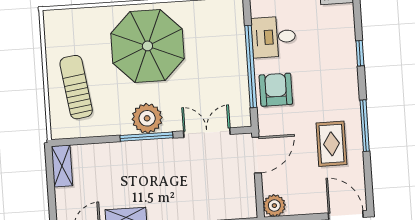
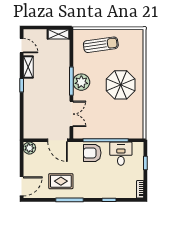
parasol: (147, 46) -> (121, 85), width x0.73, depth x0.73
armchair: (276, 90) -> (92, 153), turned 180

